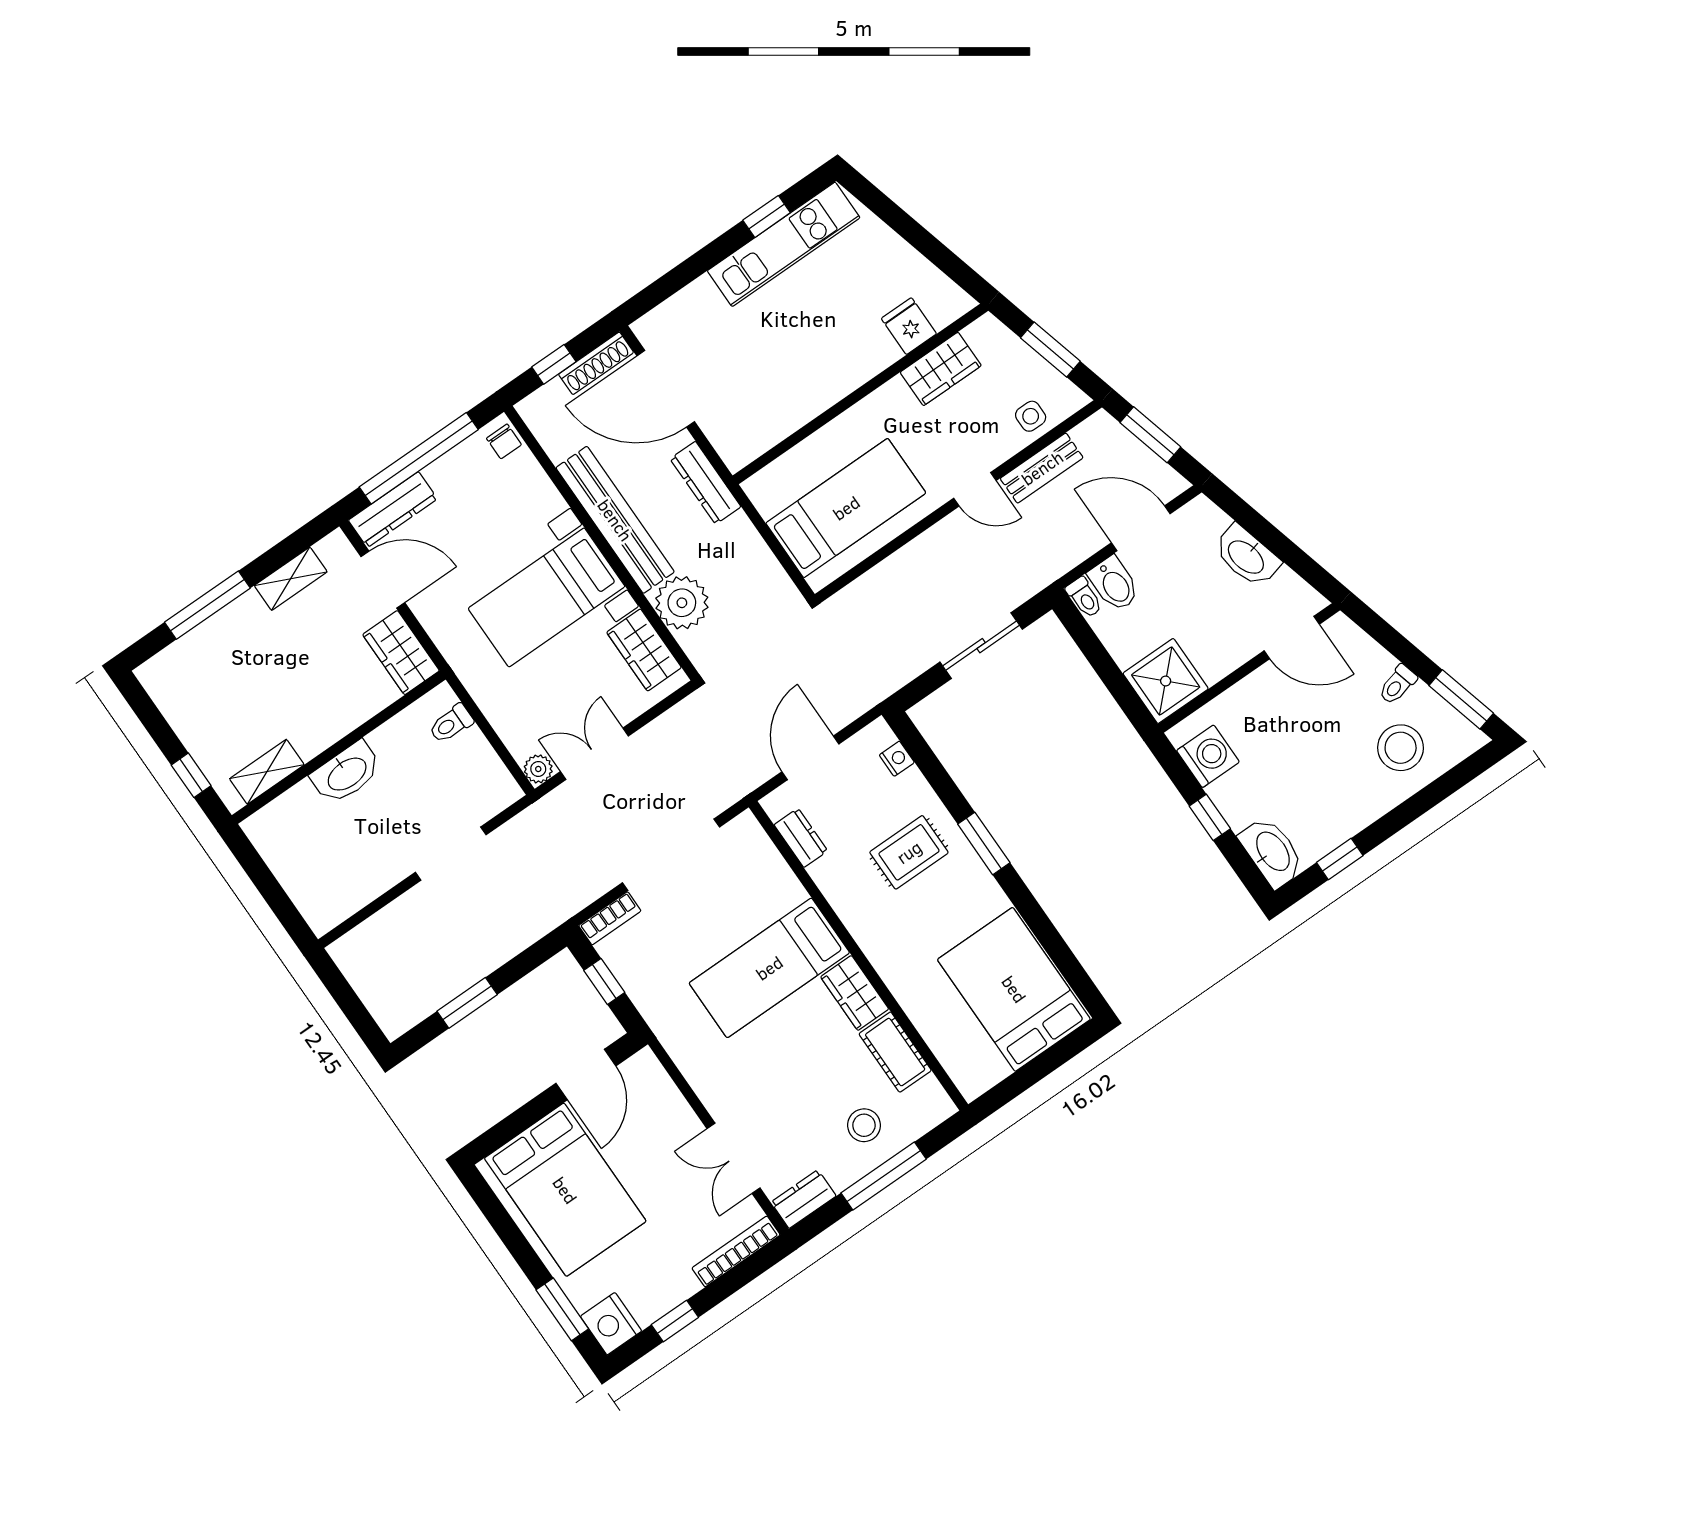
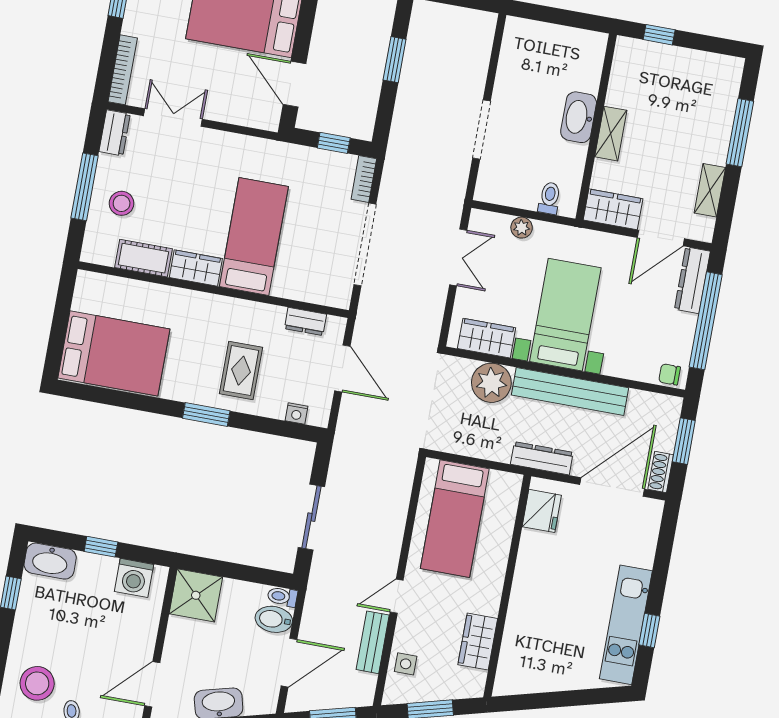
fridge: (909, 326) -> (542, 511), moved, width x1.38
shoe rack: (596, 363) -> (661, 472), width x0.70
window: (554, 364) -> (684, 441), width x1.50
plant: (538, 769) -> (522, 228), moved
shelving: (267, 772) -> (611, 134), moved

